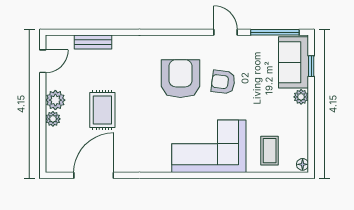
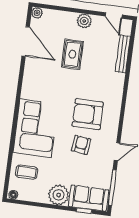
bench: (93, 42) -> (123, 54), width x1.36
armchair: (180, 79) -> (88, 114), turned 180
plant: (301, 97) -> (59, 195), width x1.87, depth x1.87
rug: (102, 110) -> (72, 54), turned 90
plant: (53, 119) -> (37, 13), moved

